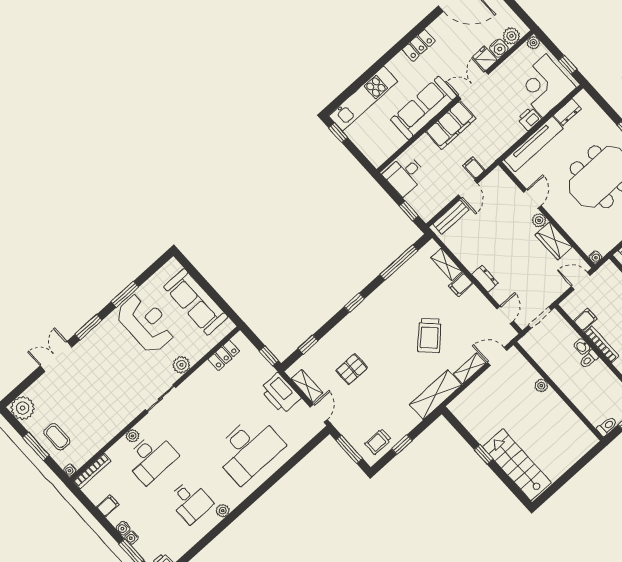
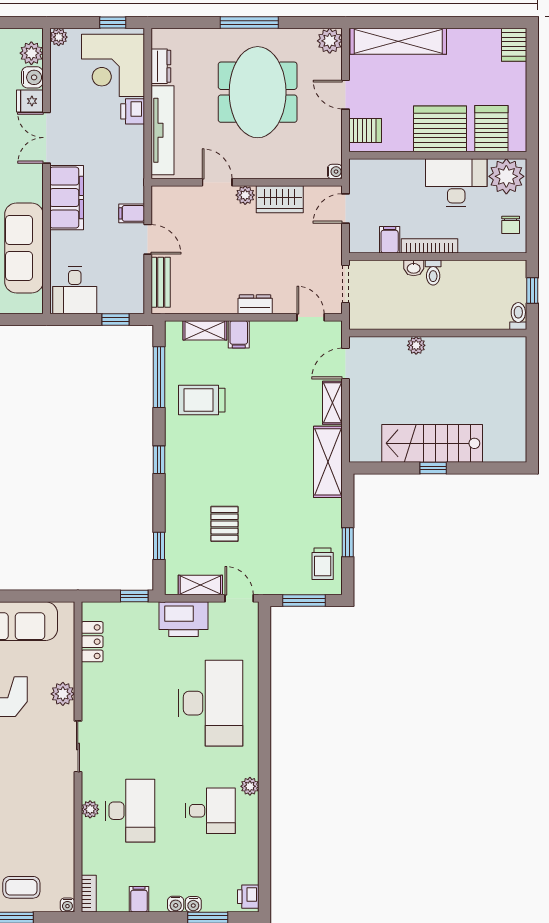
sofa: (424, 108) -> (24, 248), moved
trolley: (429, 335) -> (202, 400), moved, turned 135
stairs: (517, 465) -> (432, 443), moved
bookcase: (92, 471) -> (89, 894), width x0.64

